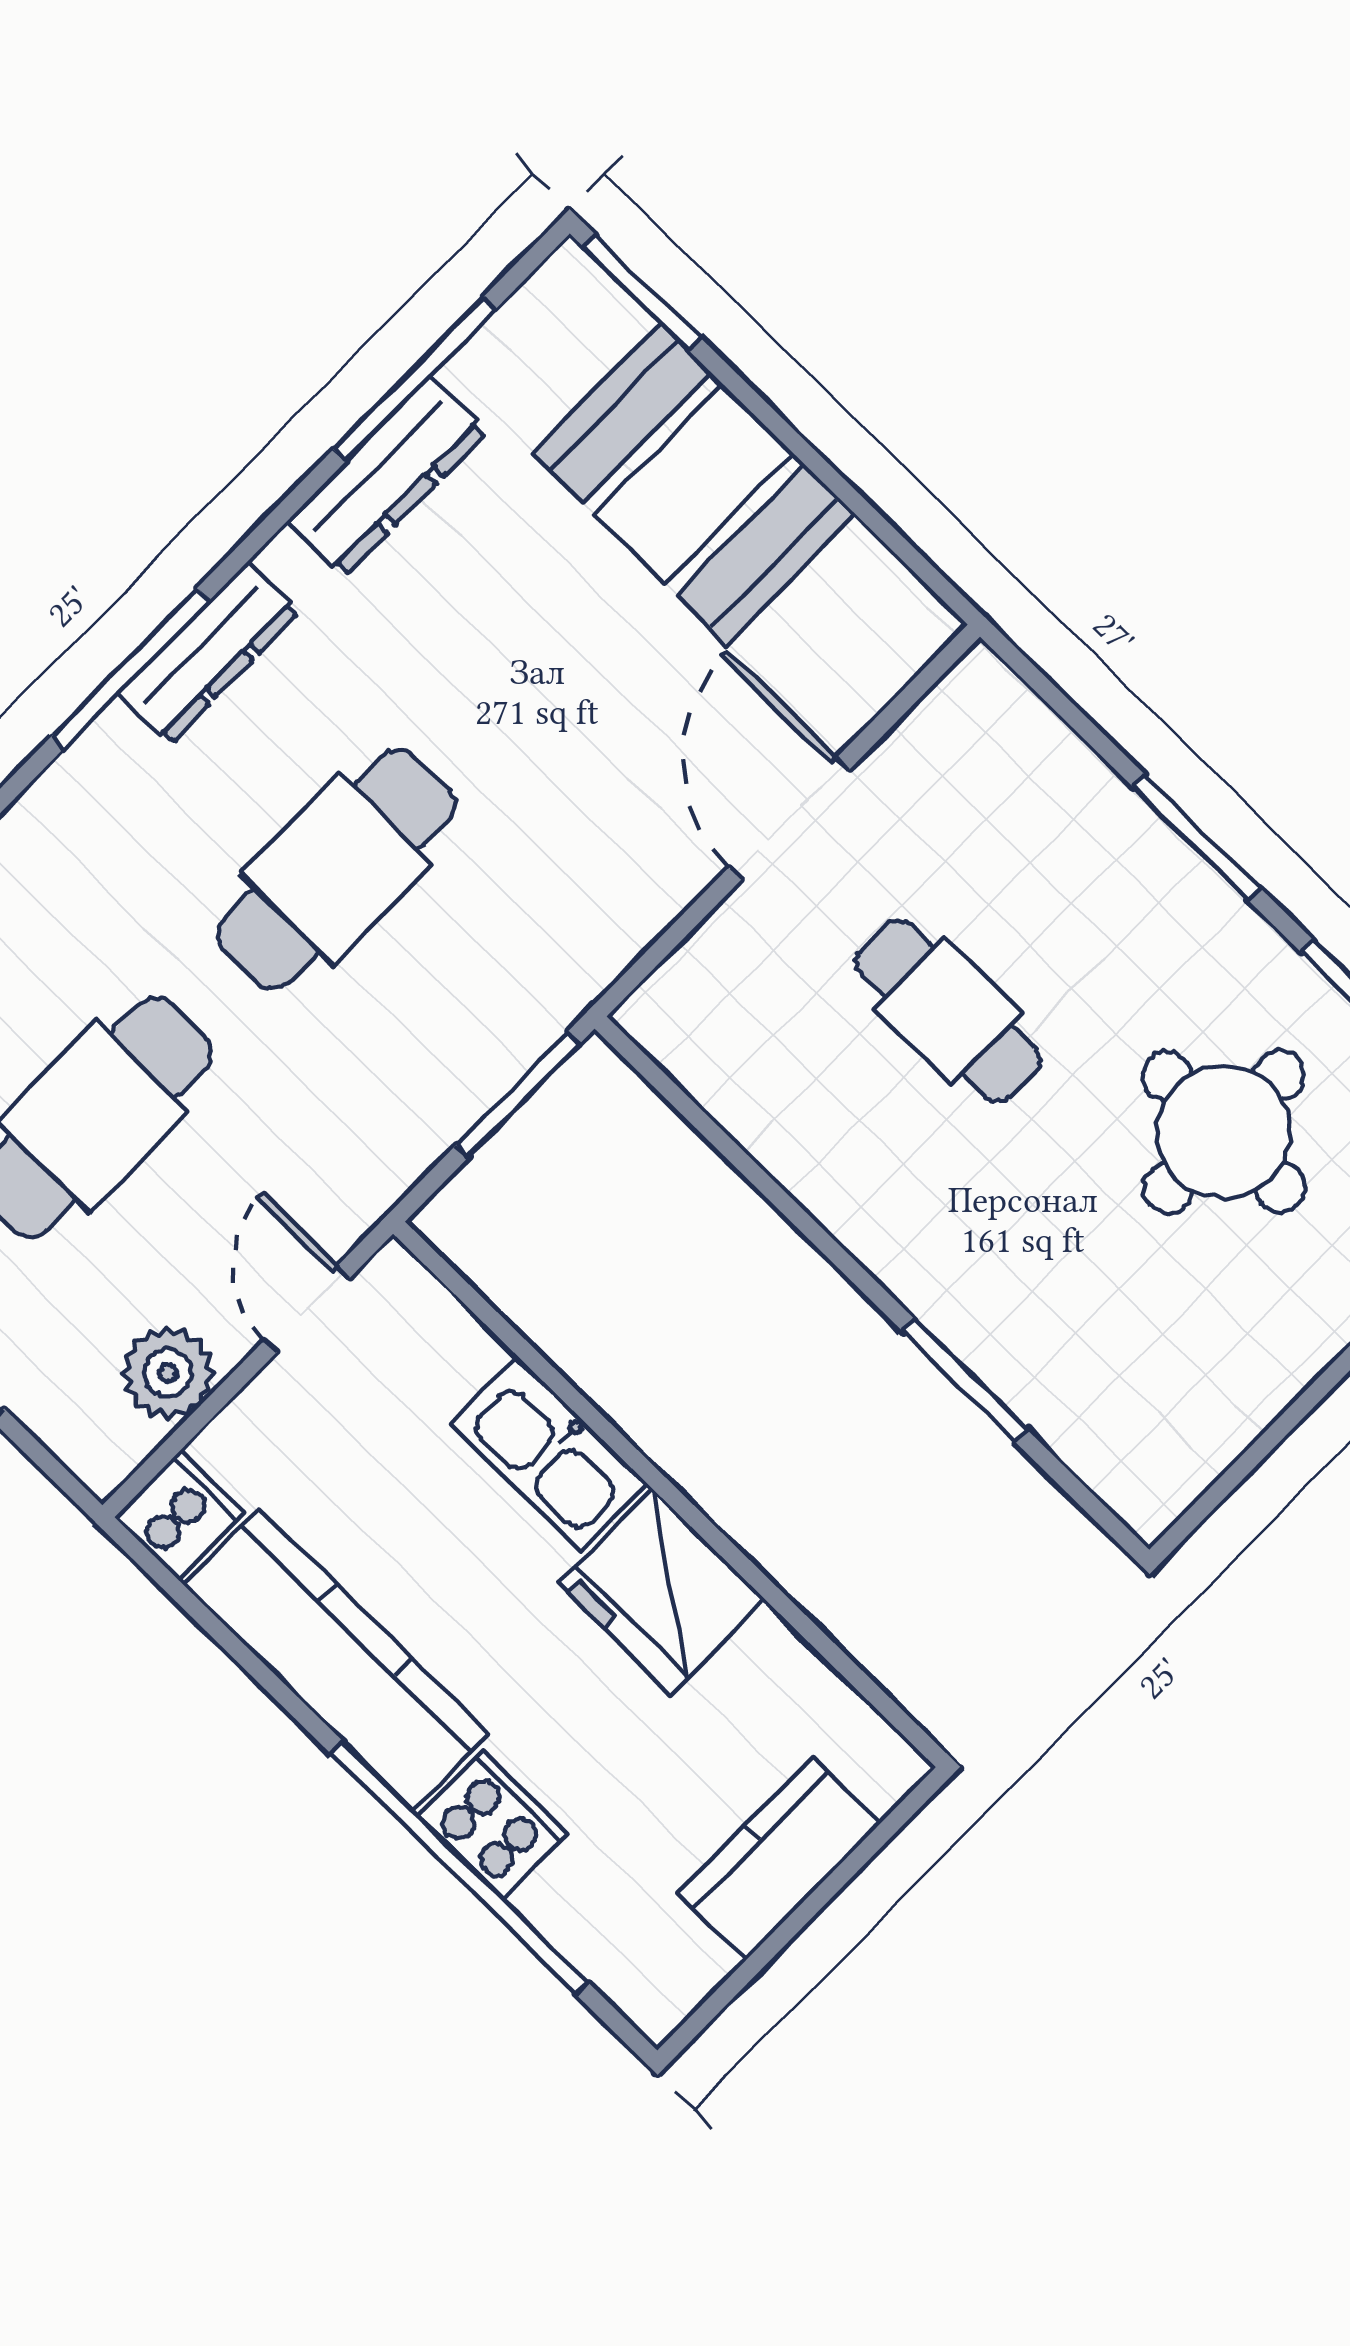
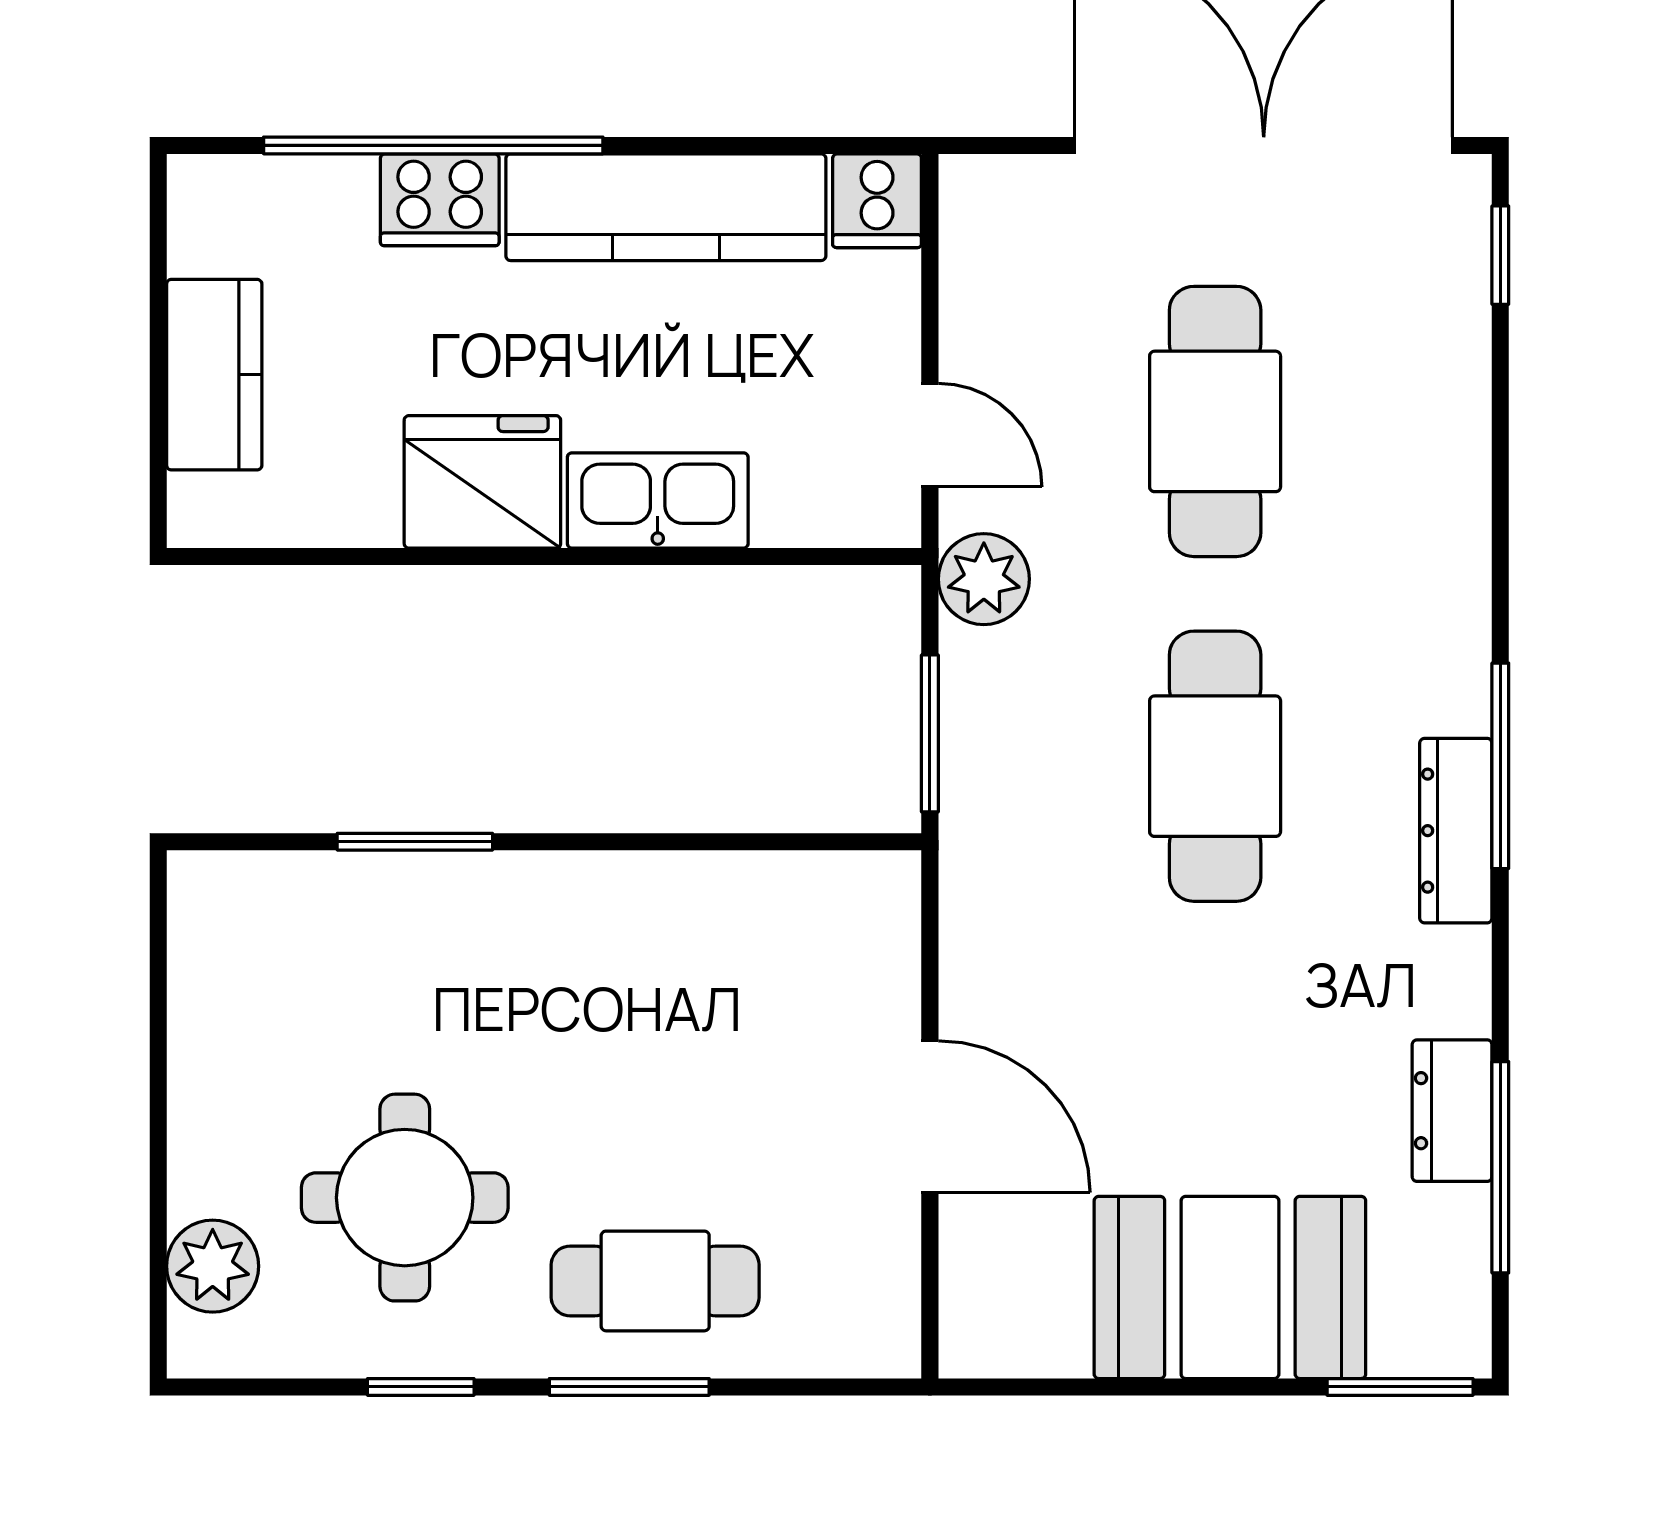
dresser: (387, 476) -> (1452, 1111), width x0.70
cafe table: (948, 1011) -> (655, 1281), moved
plant: (168, 1373) -> (984, 579), moved

